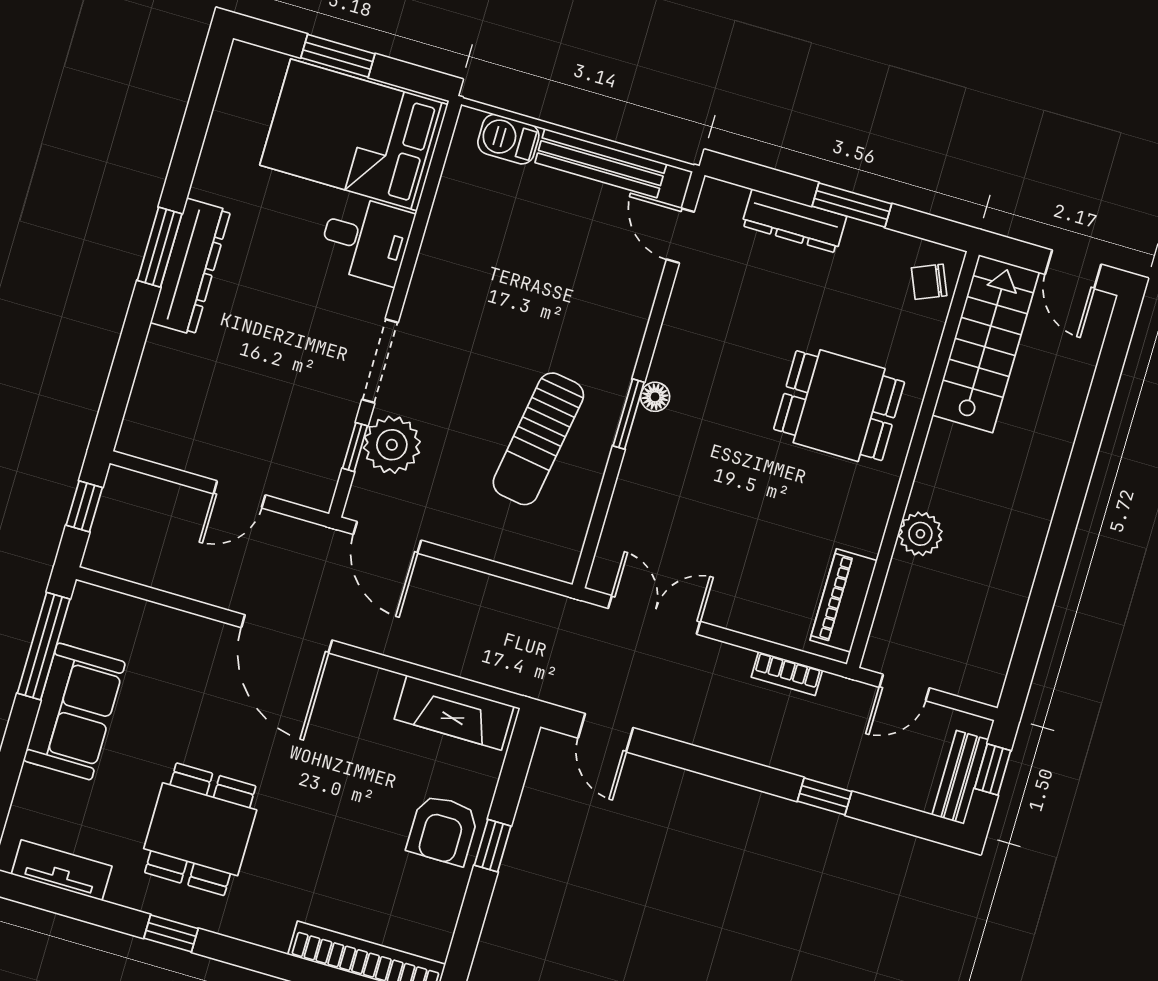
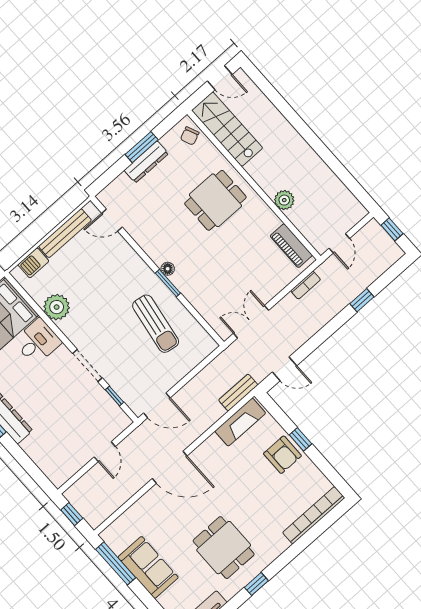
dresser: (794, 221) -> (146, 162), moved
plant: (392, 445) -> (57, 307), moved
bench: (960, 777) -> (238, 392), moved, turned 90

